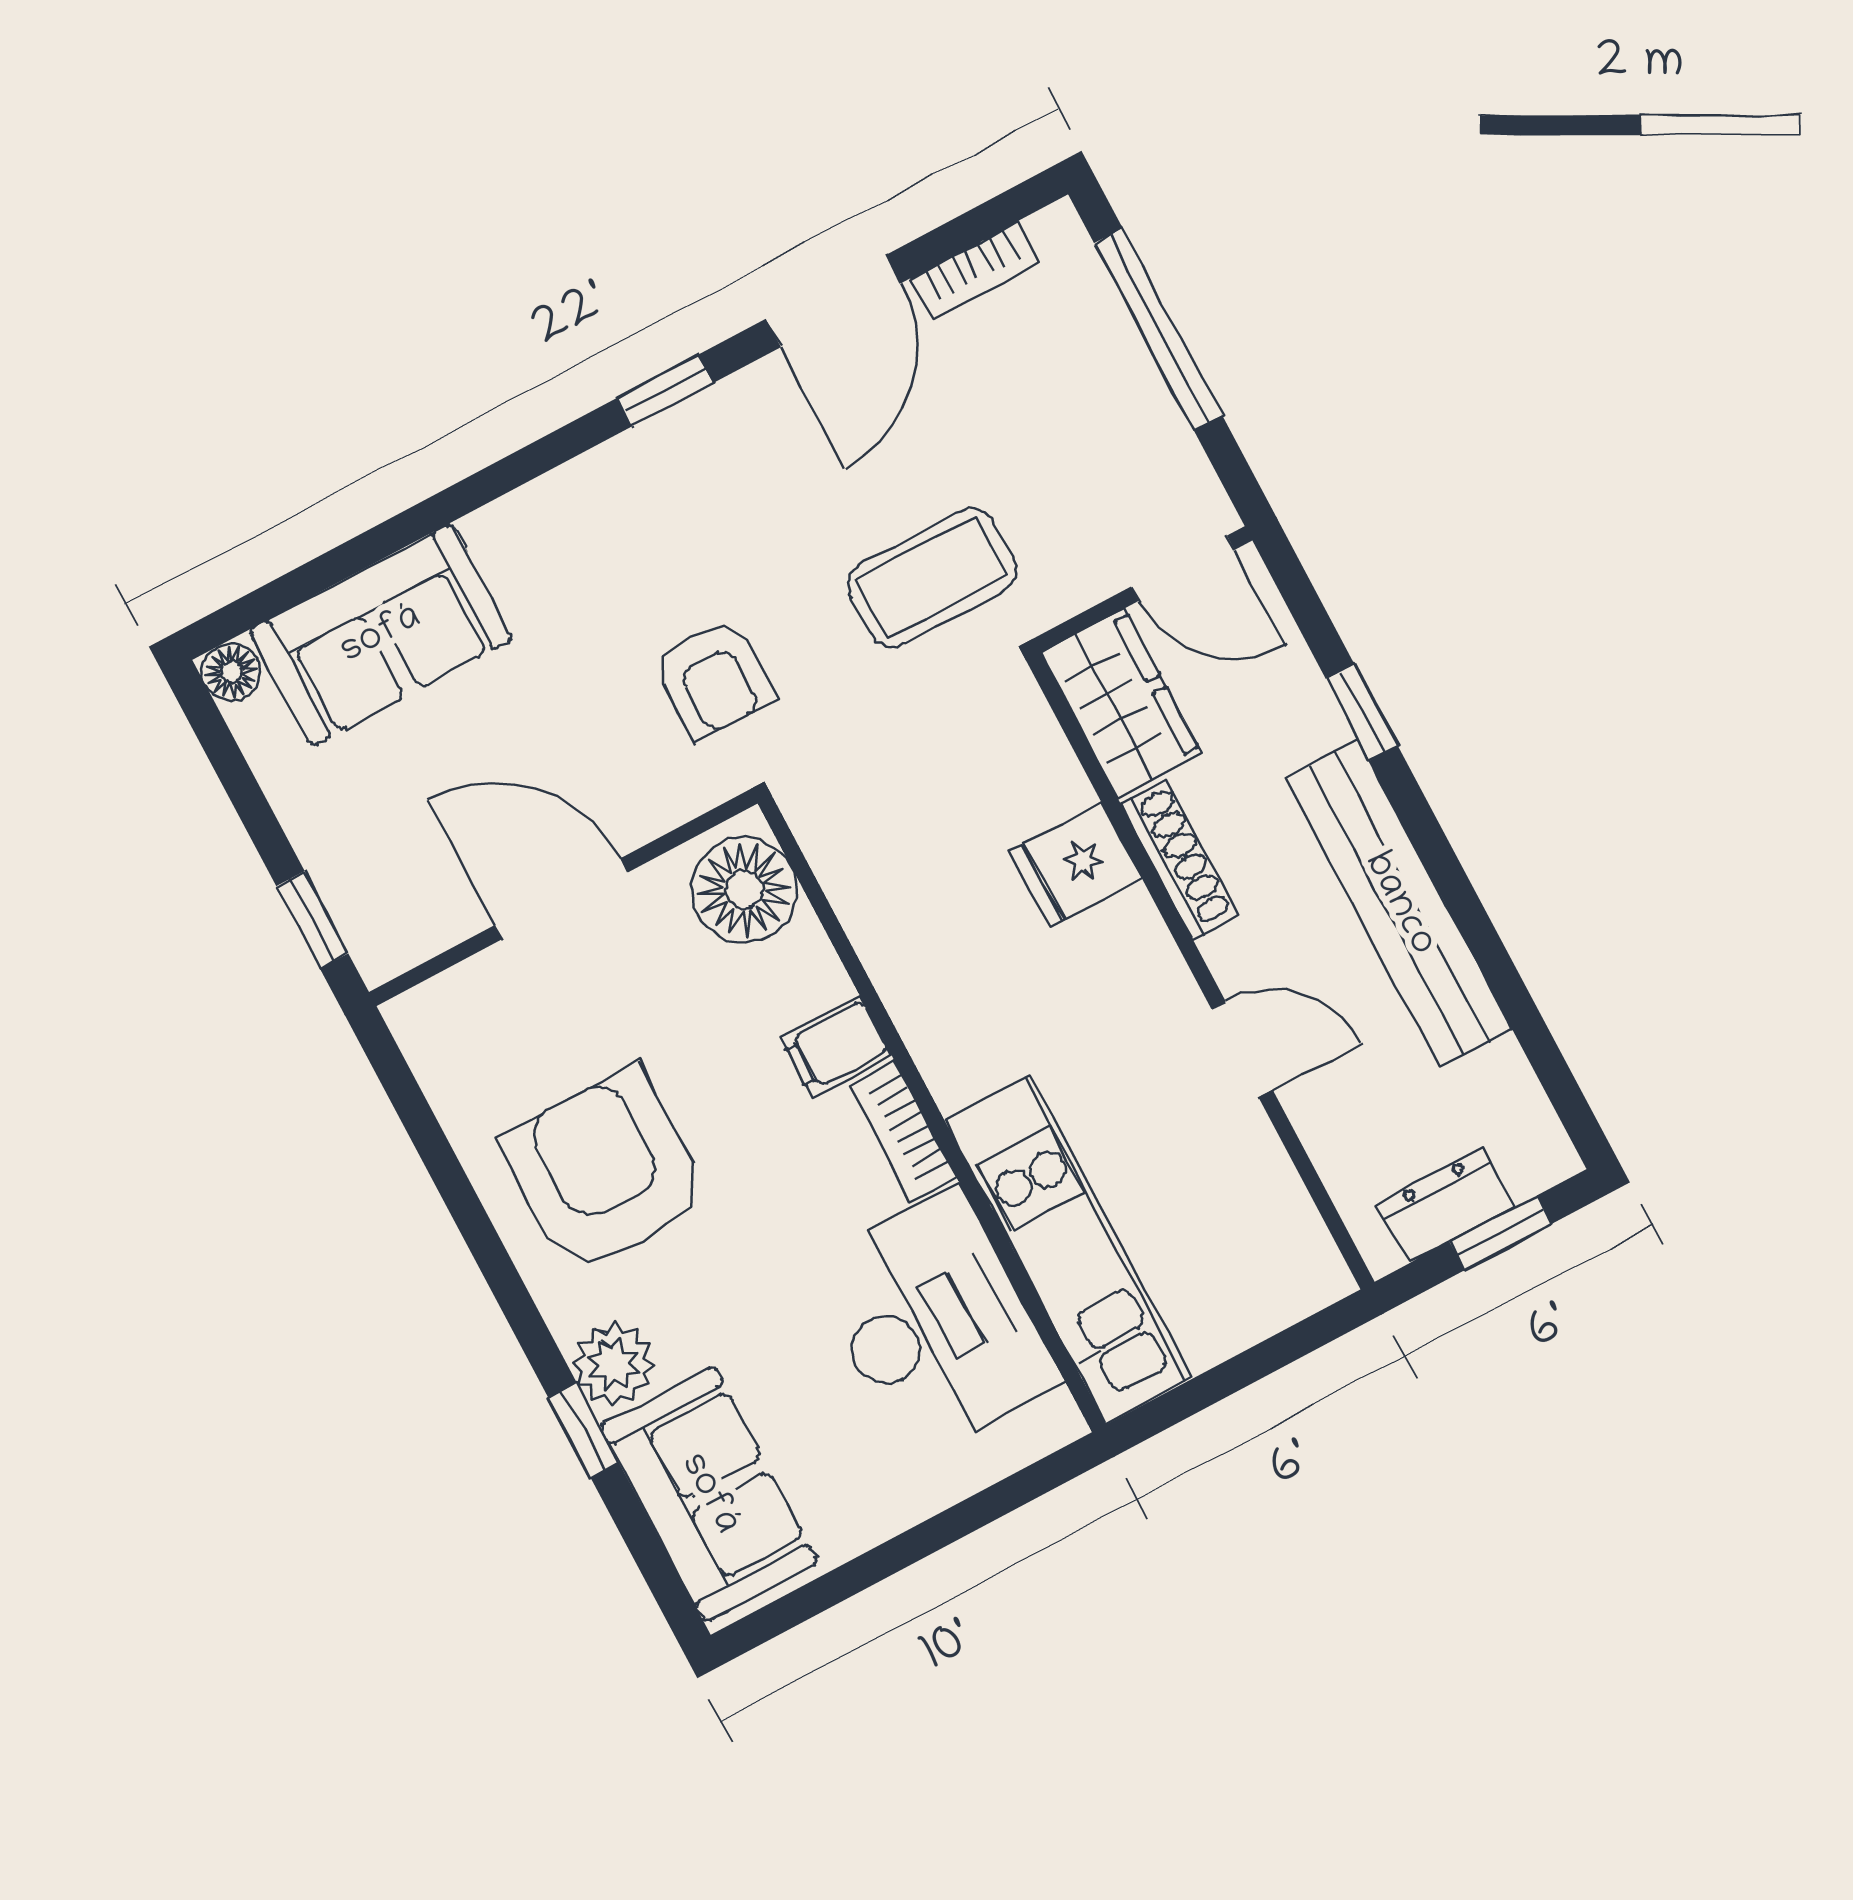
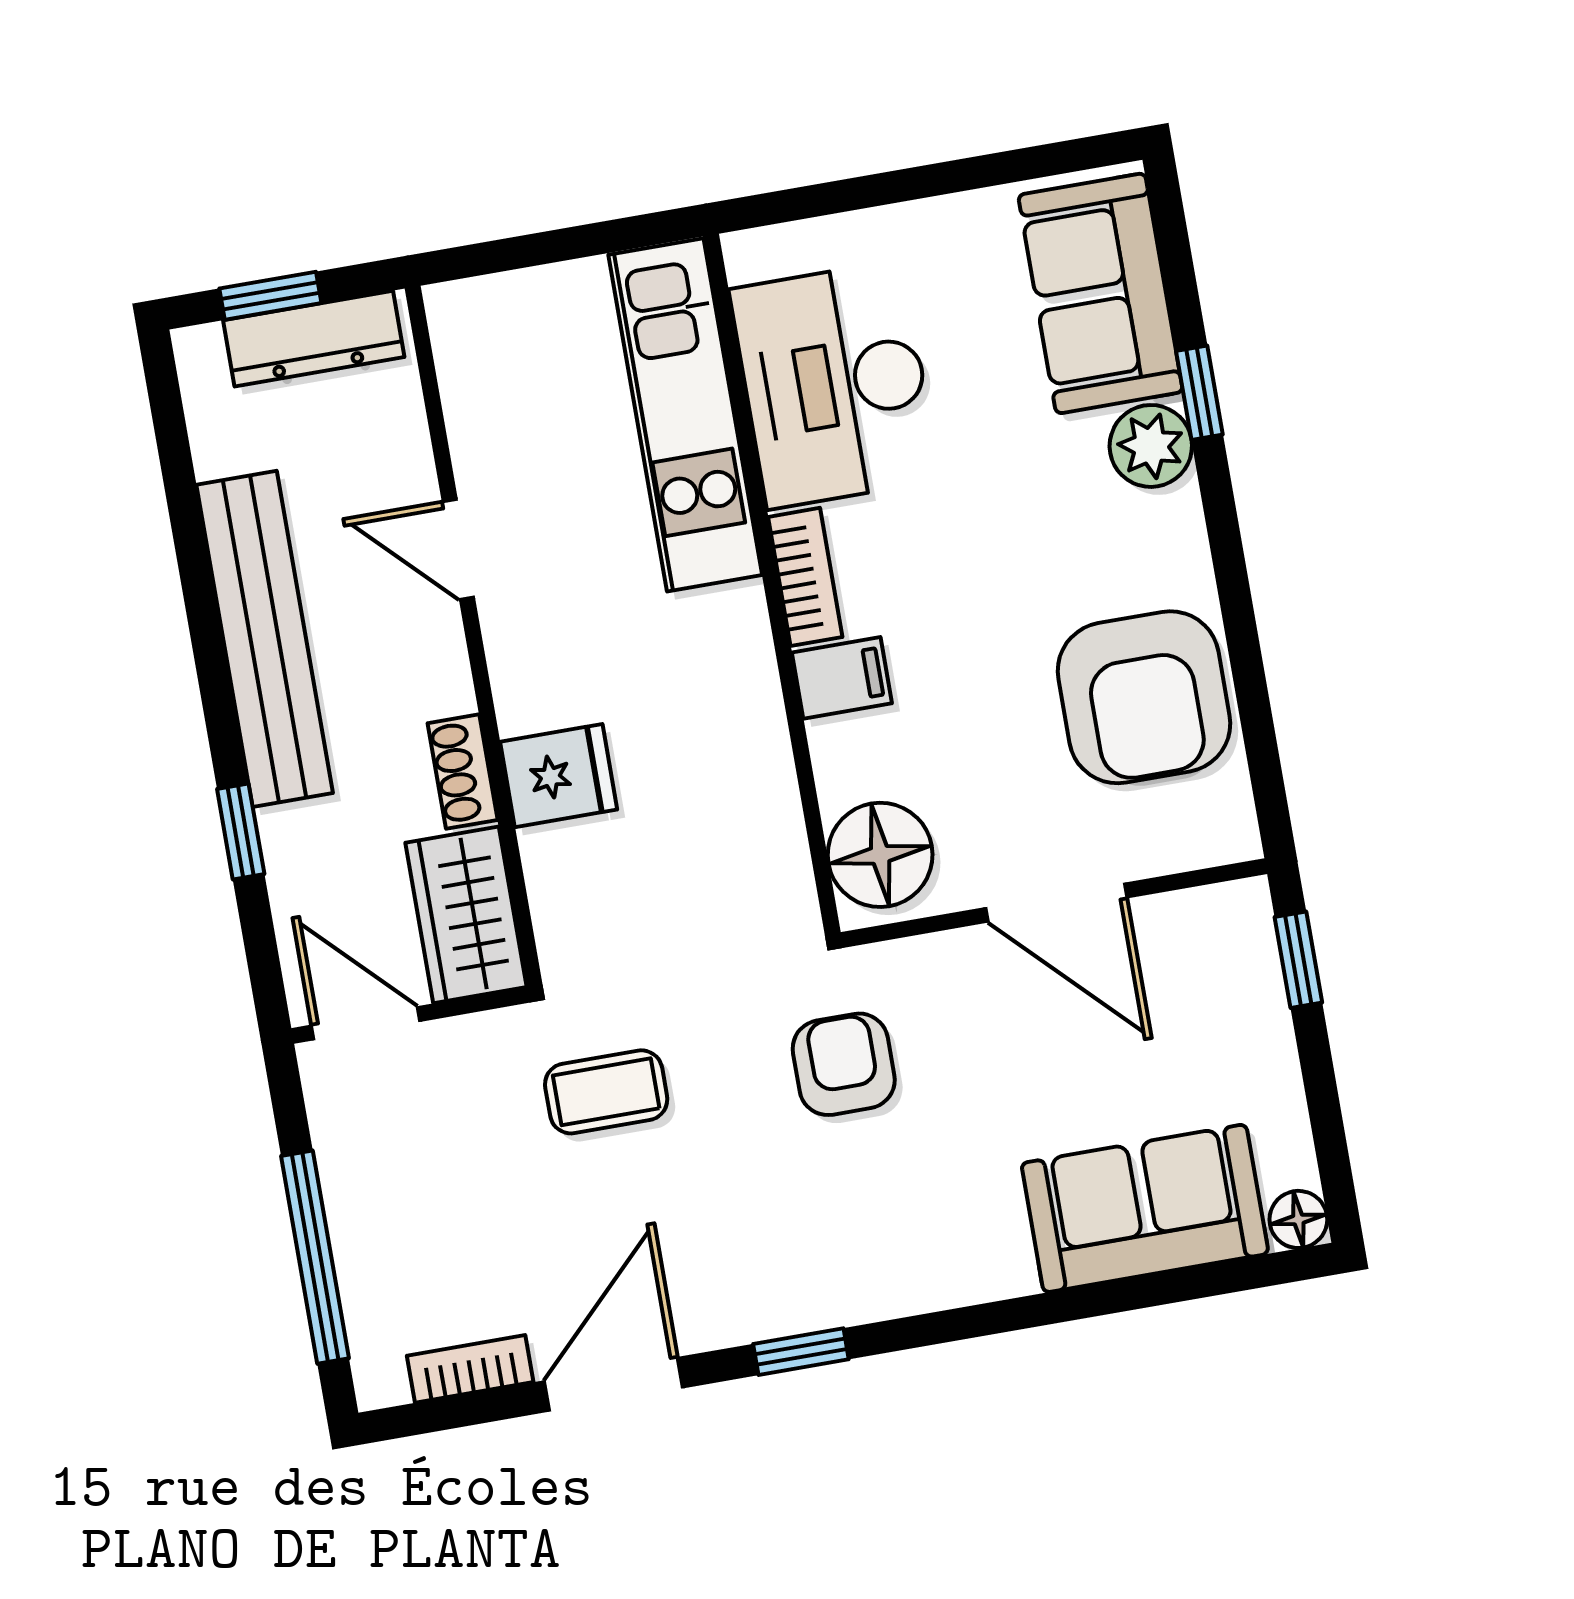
coffee table: (932, 578) -> (606, 1092), width x0.73, depth x0.77
shoe rack: (1180, 859) -> (463, 772), width x0.70
armchair: (605, 1171) -> (1144, 697), moved
dresser: (1446, 1206) -> (314, 339), width x1.44

